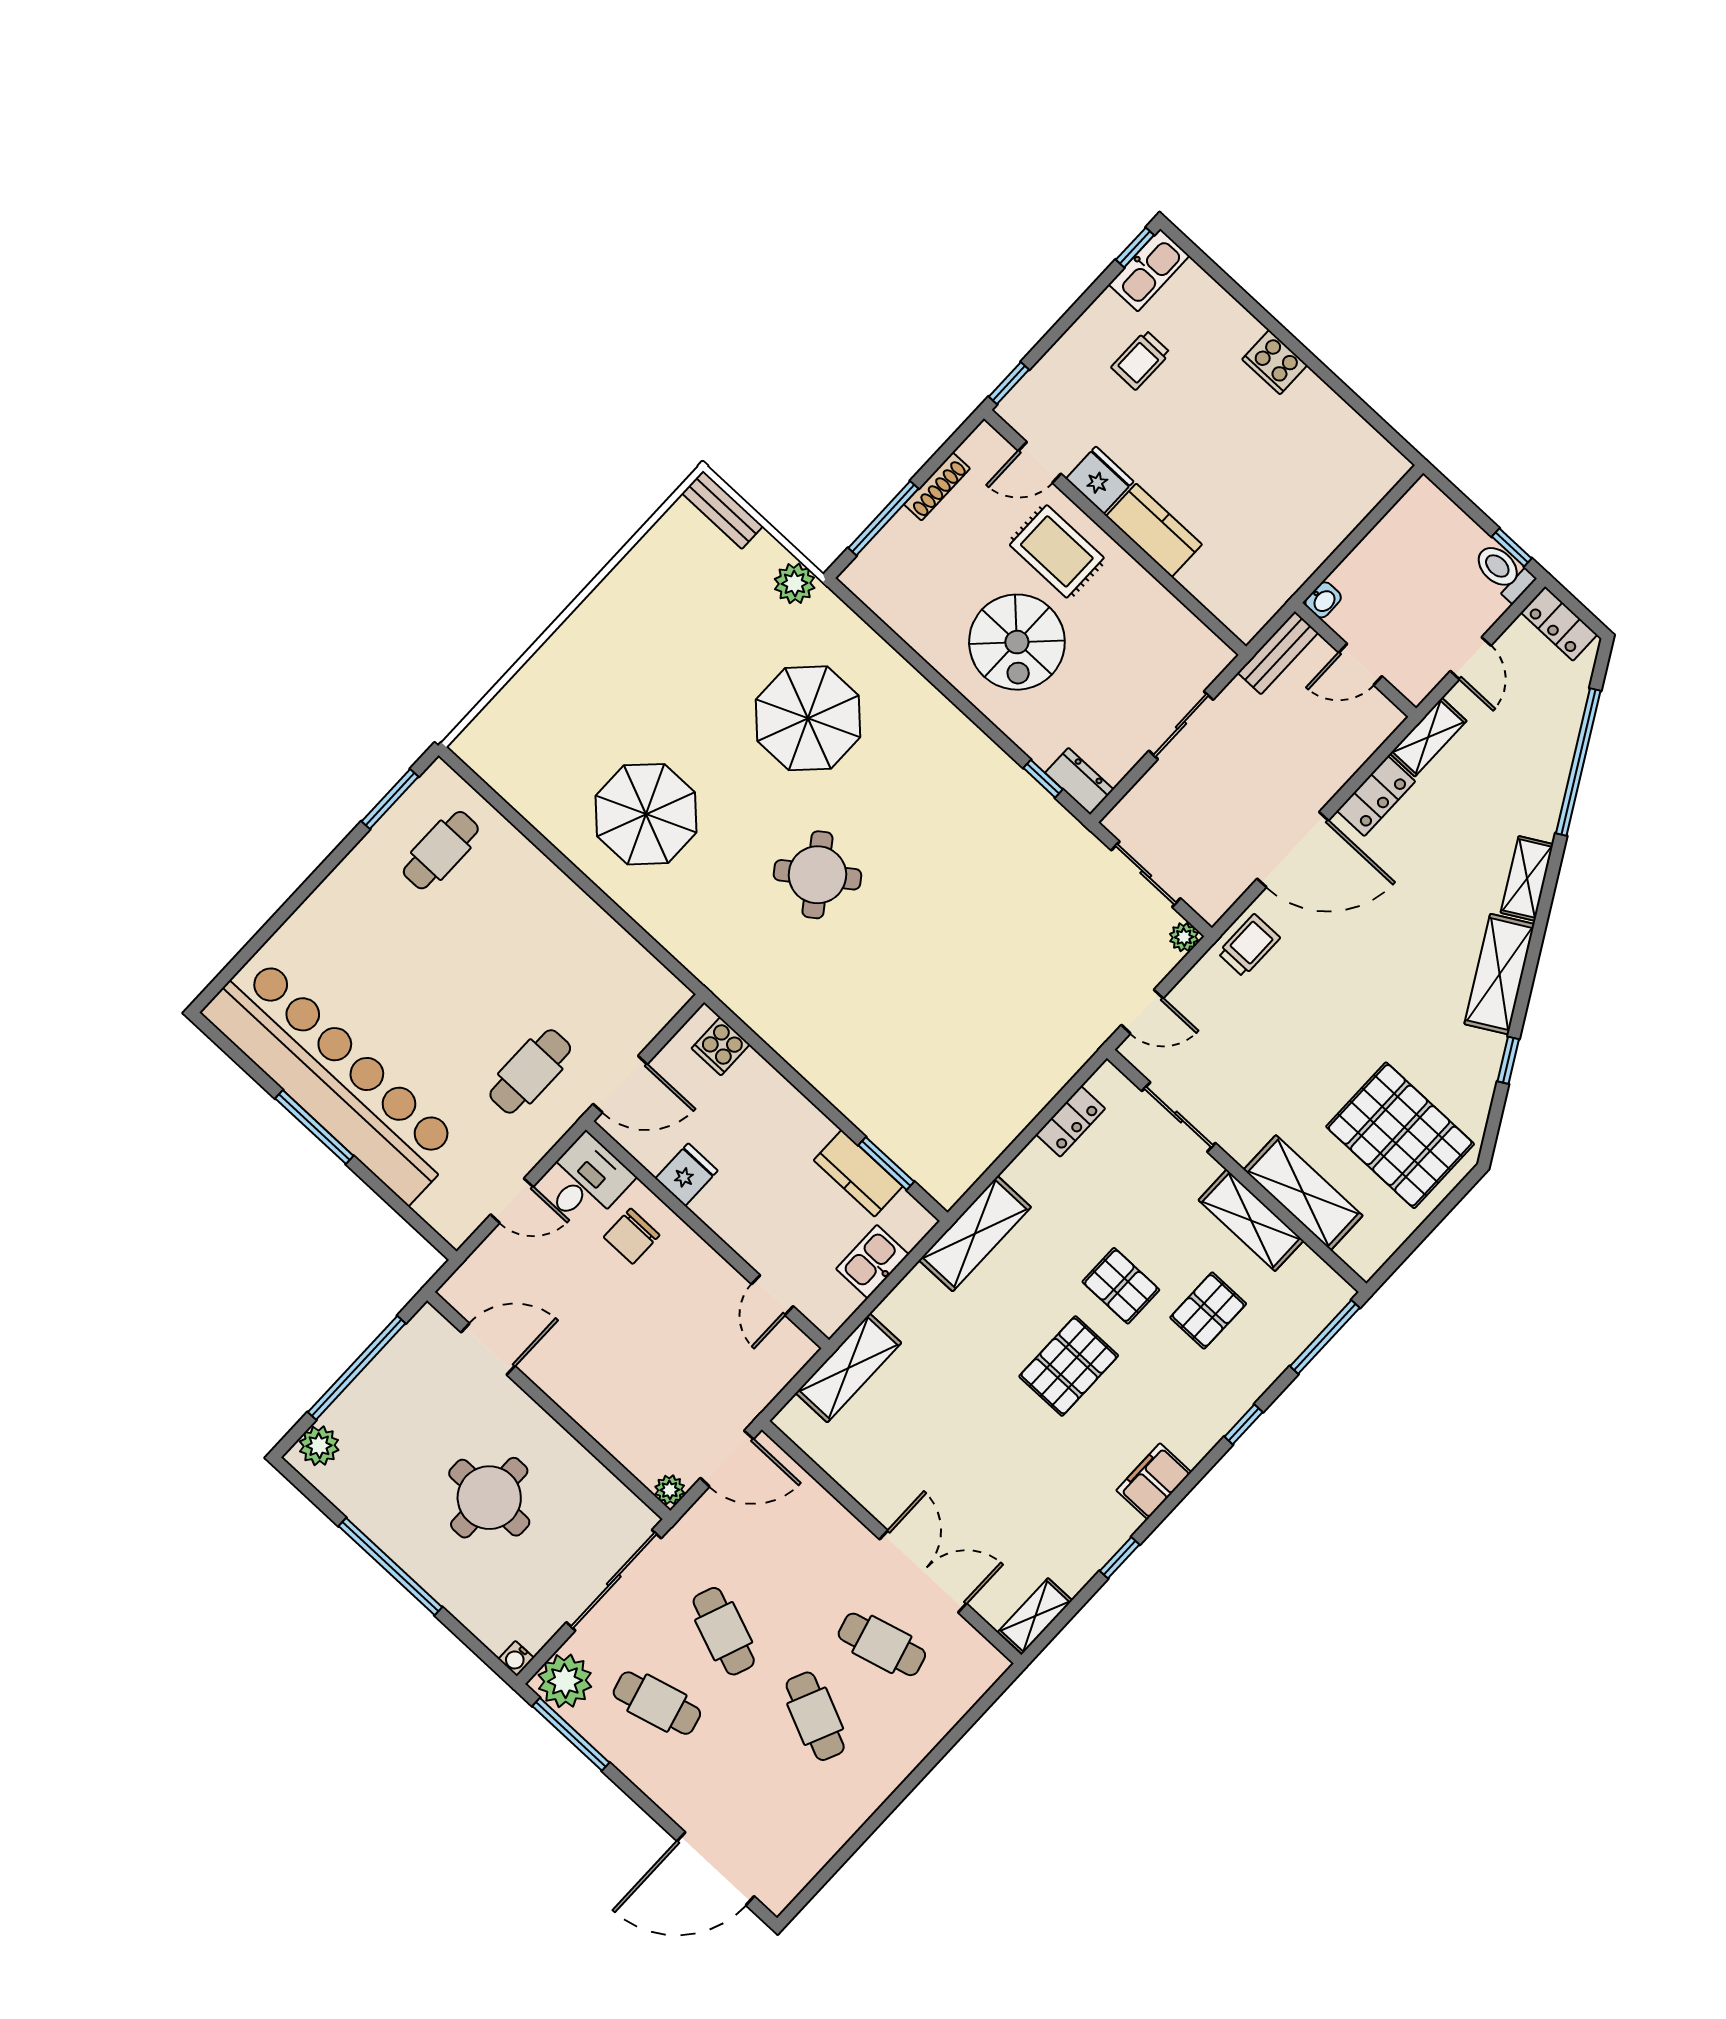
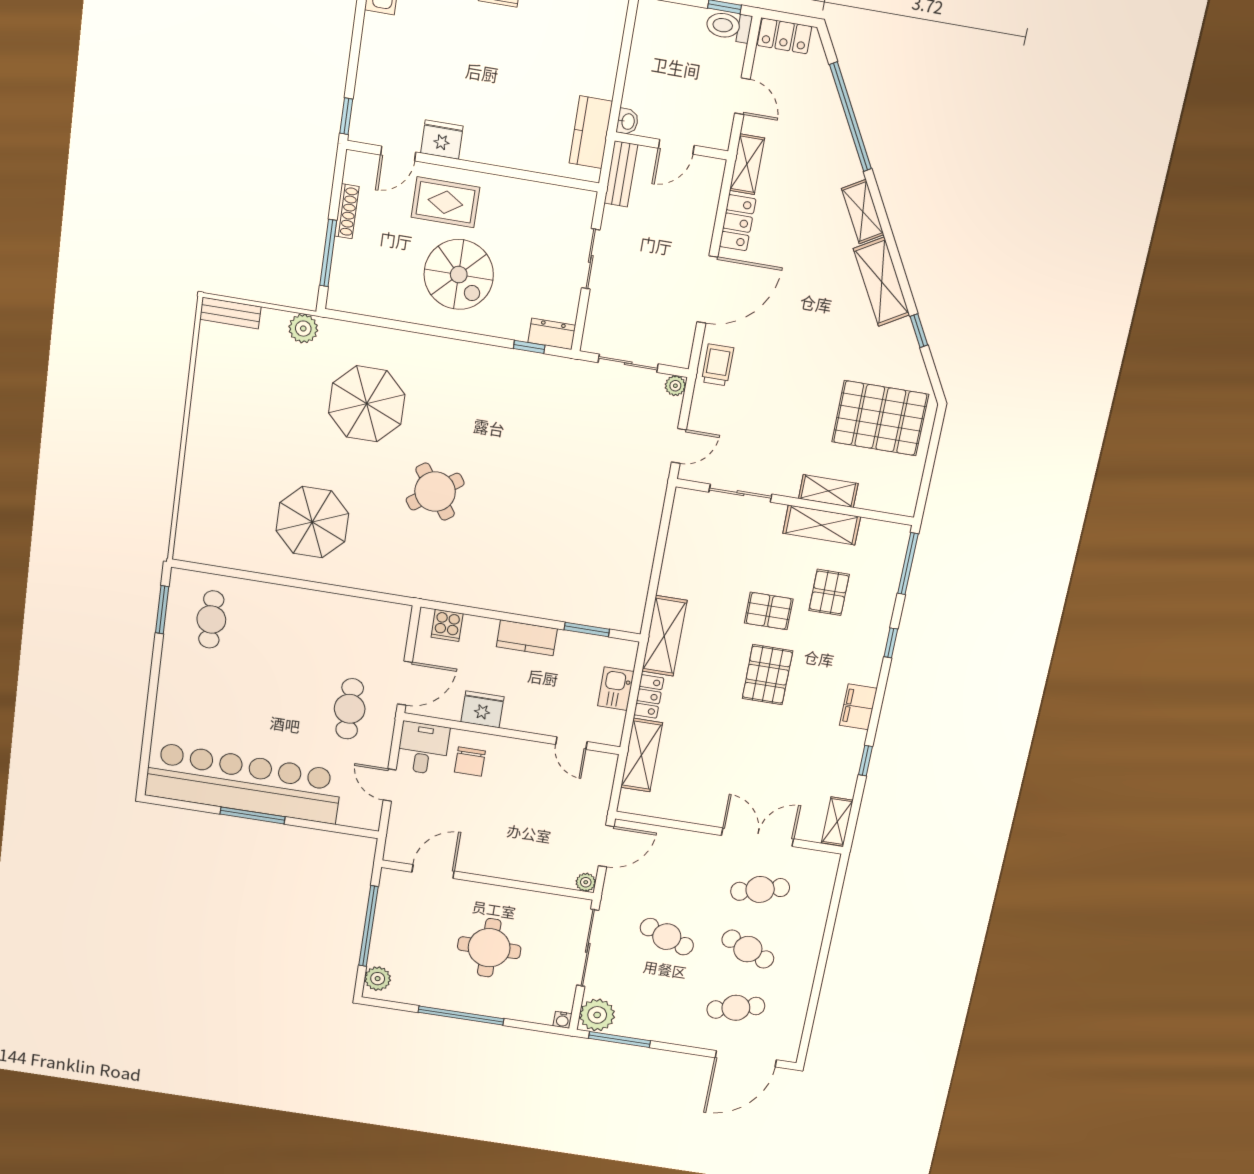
trolley: (1141, 360) -> (417, 45), removed
kitchen counter: (1154, 530) -> (591, 132), moved, turned -90
locker: (1071, 1121) -> (649, 696), moved
kitchen counter: (858, 1173) -> (527, 638), moved
fridge: (687, 1175) -> (482, 709), width x1.38
shelving: (1303, 1193) -> (828, 491), width x0.67, depth x0.75
door: (512, 1201) -> (390, 785), swing flipped
cafe table: (657, 1703) -> (736, 1008), moved

